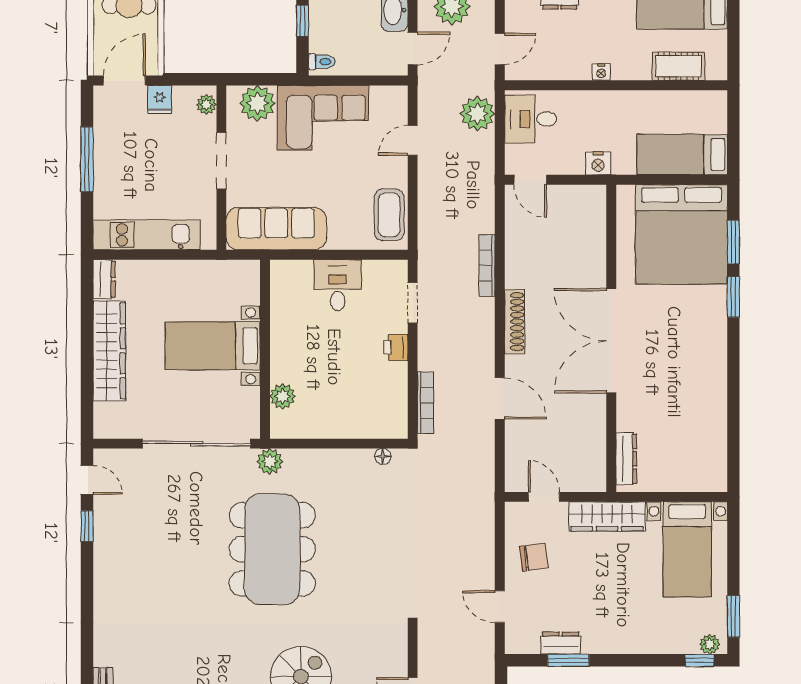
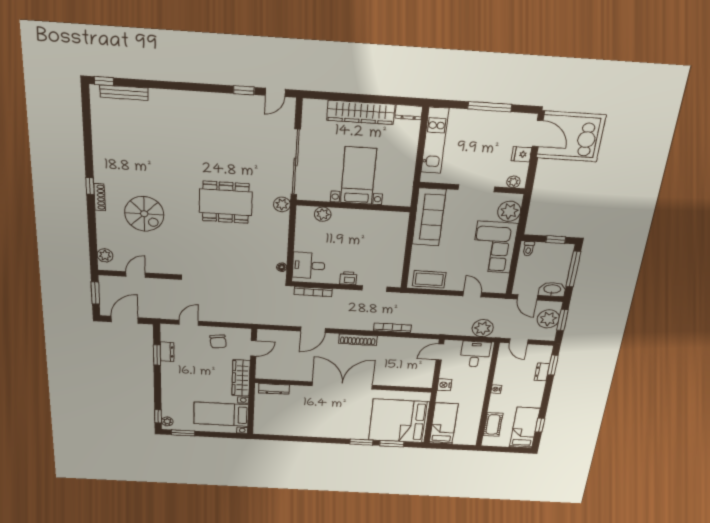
desk: (338, 285) -> (309, 265), moved, turned 180
dining table: (272, 549) -> (226, 202), width x0.73, depth x0.80

